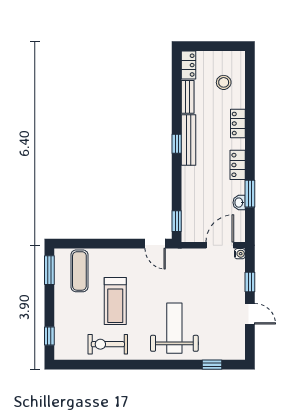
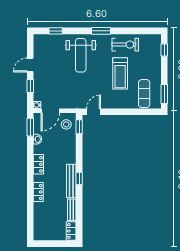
stool: (224, 82) -> (66, 124), moved
window: (250, 194) -> (30, 127), moved
door: (155, 244) -> (94, 112), hinge flipped
treadmill: (115, 301) -> (120, 73), turned 180
door: (250, 314) -> (30, 65), hinge flipped
window: (144, 365) -> (101, 31), added

